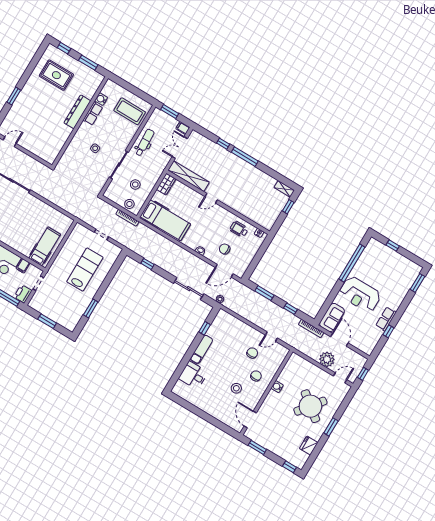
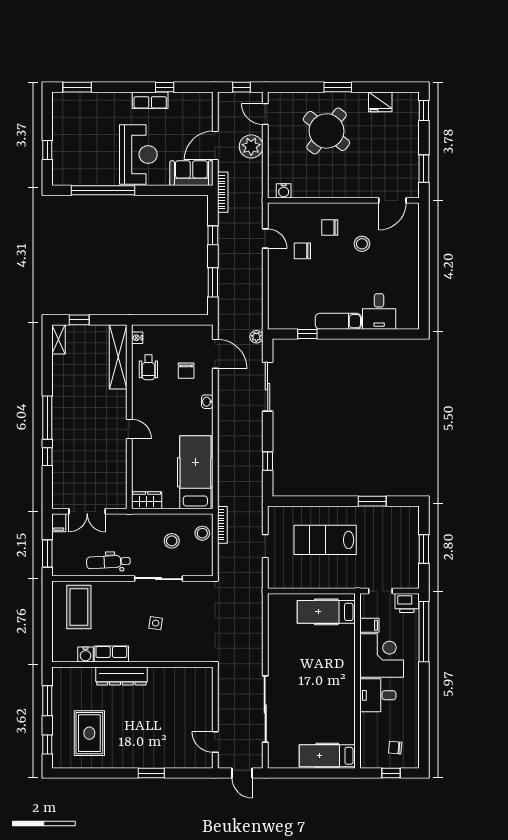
shelving: (189, 176) -> (118, 357), moved
water cooler: (277, 387) -> (284, 191), moved

